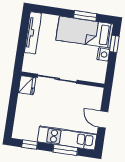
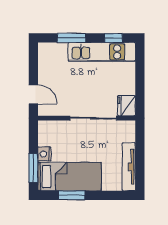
window: (114, 44) -> (33, 168), width x1.50
door: (103, 120) -> (33, 94), moved
kitchen unit: (67, 138) -> (102, 52), moved

